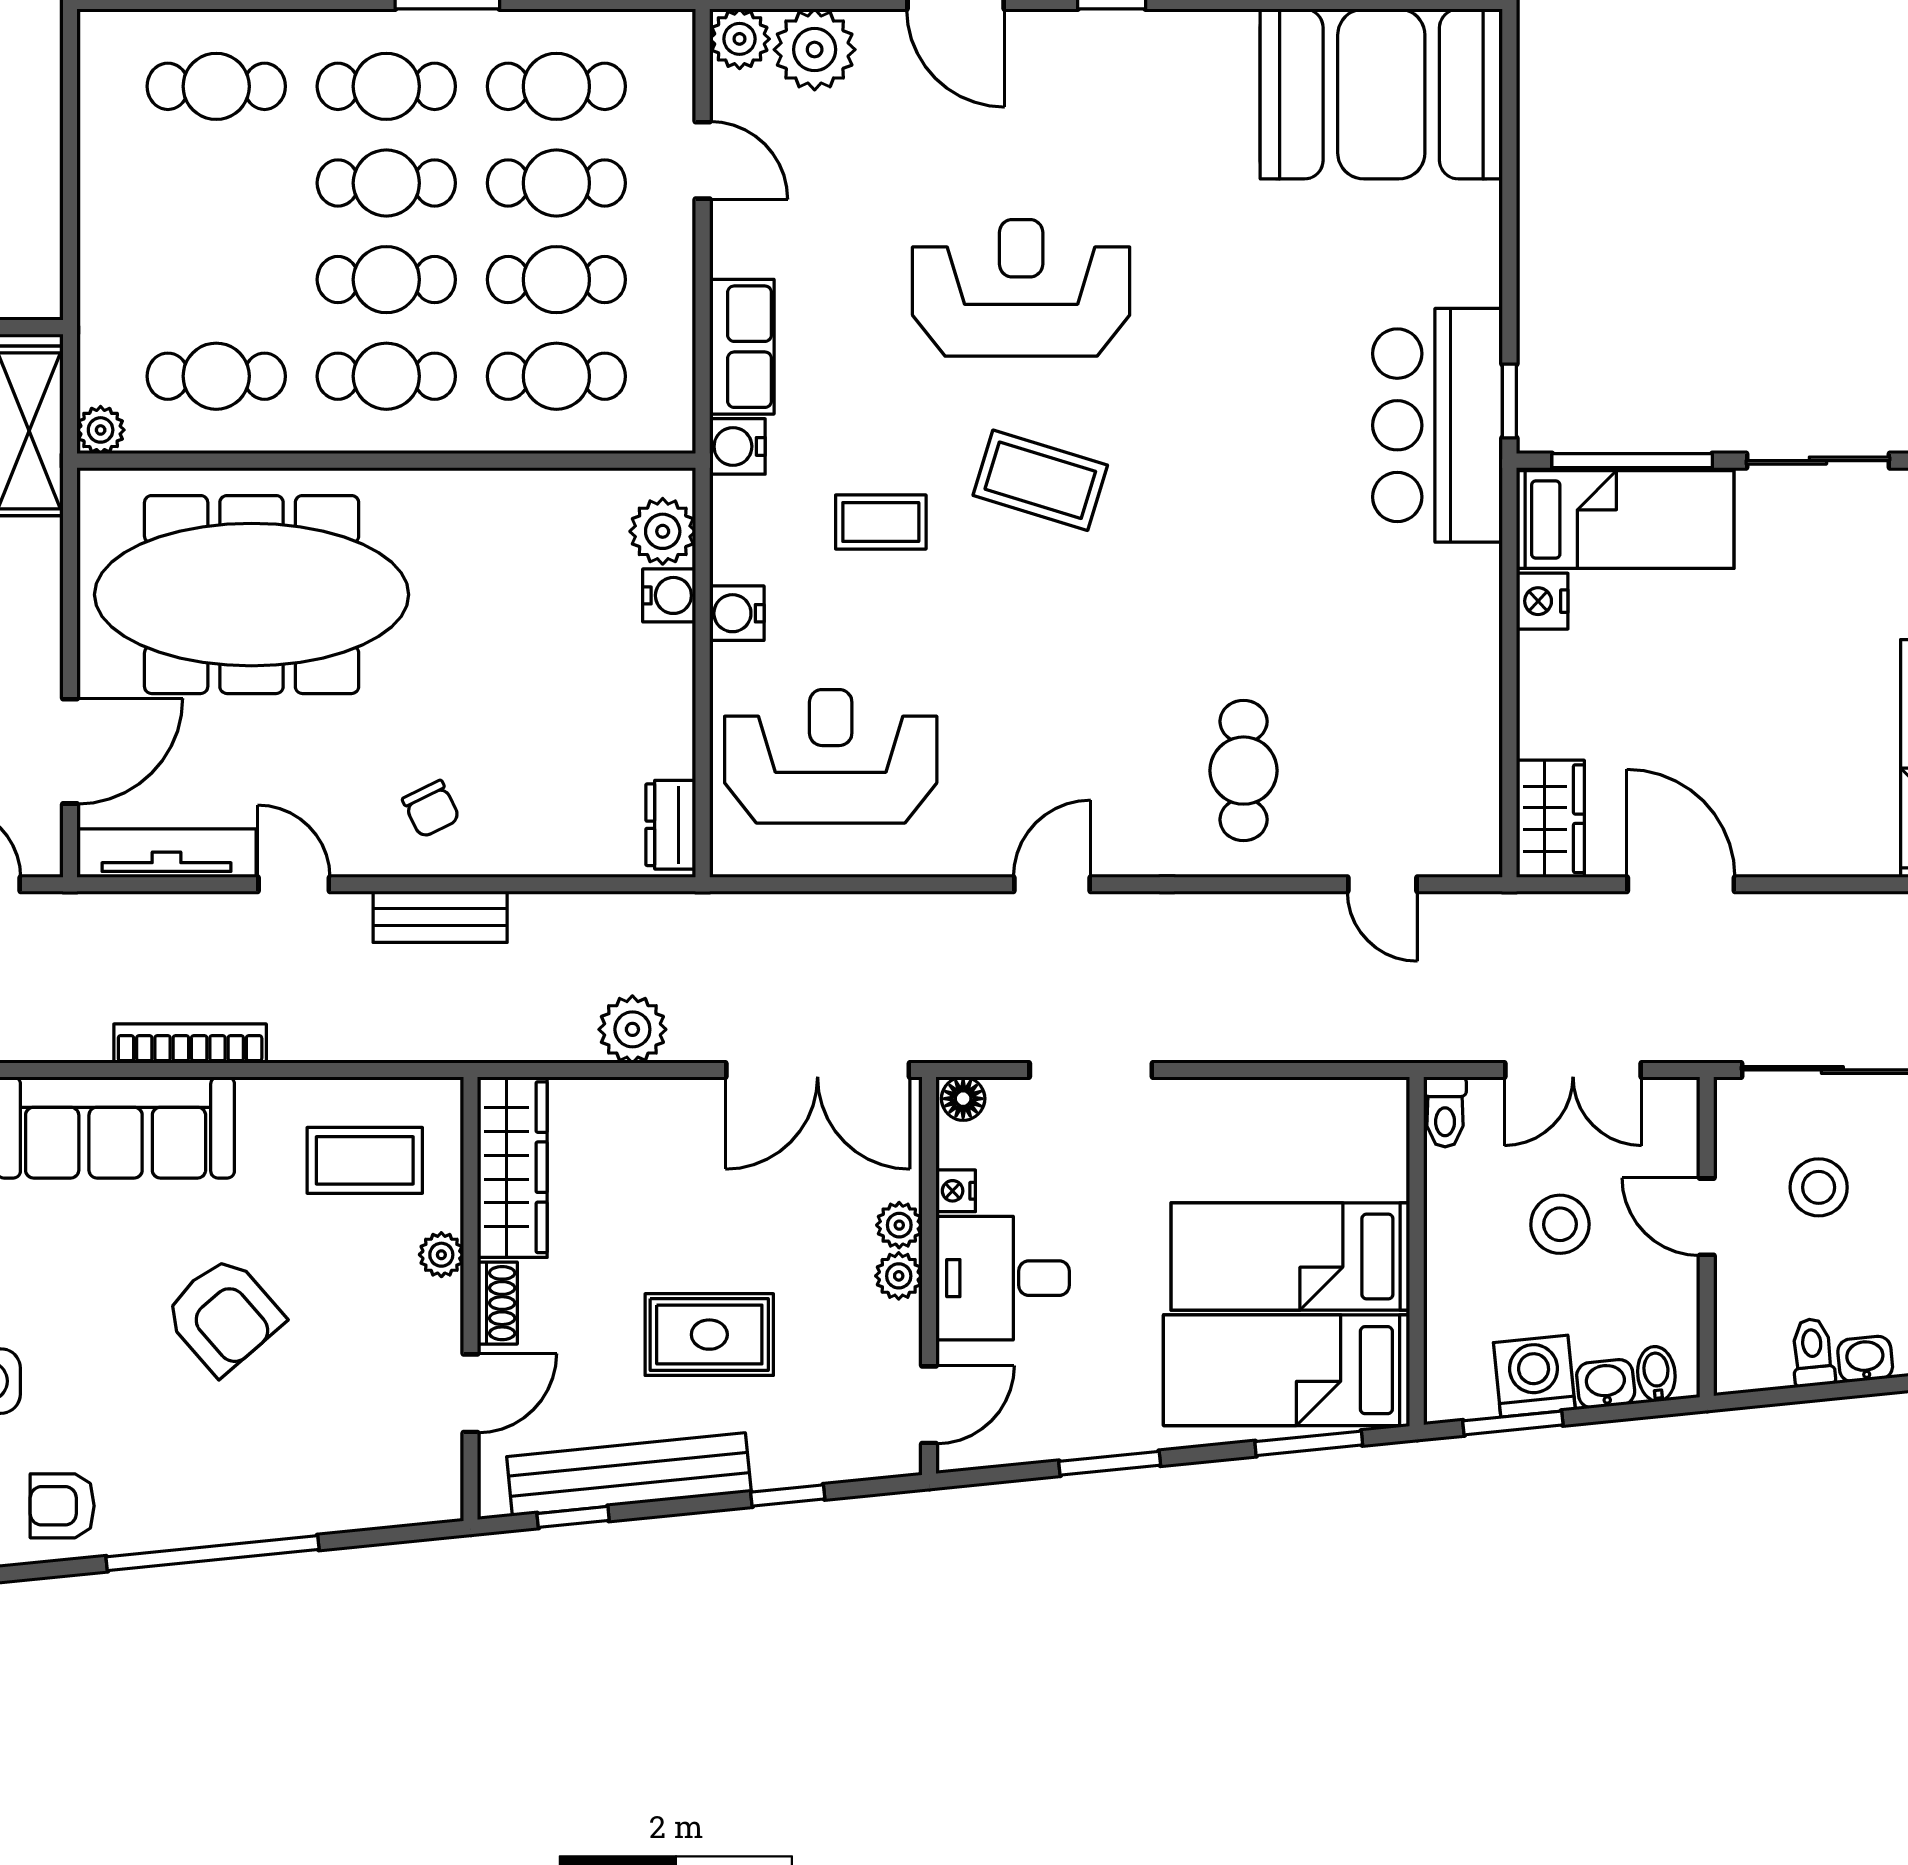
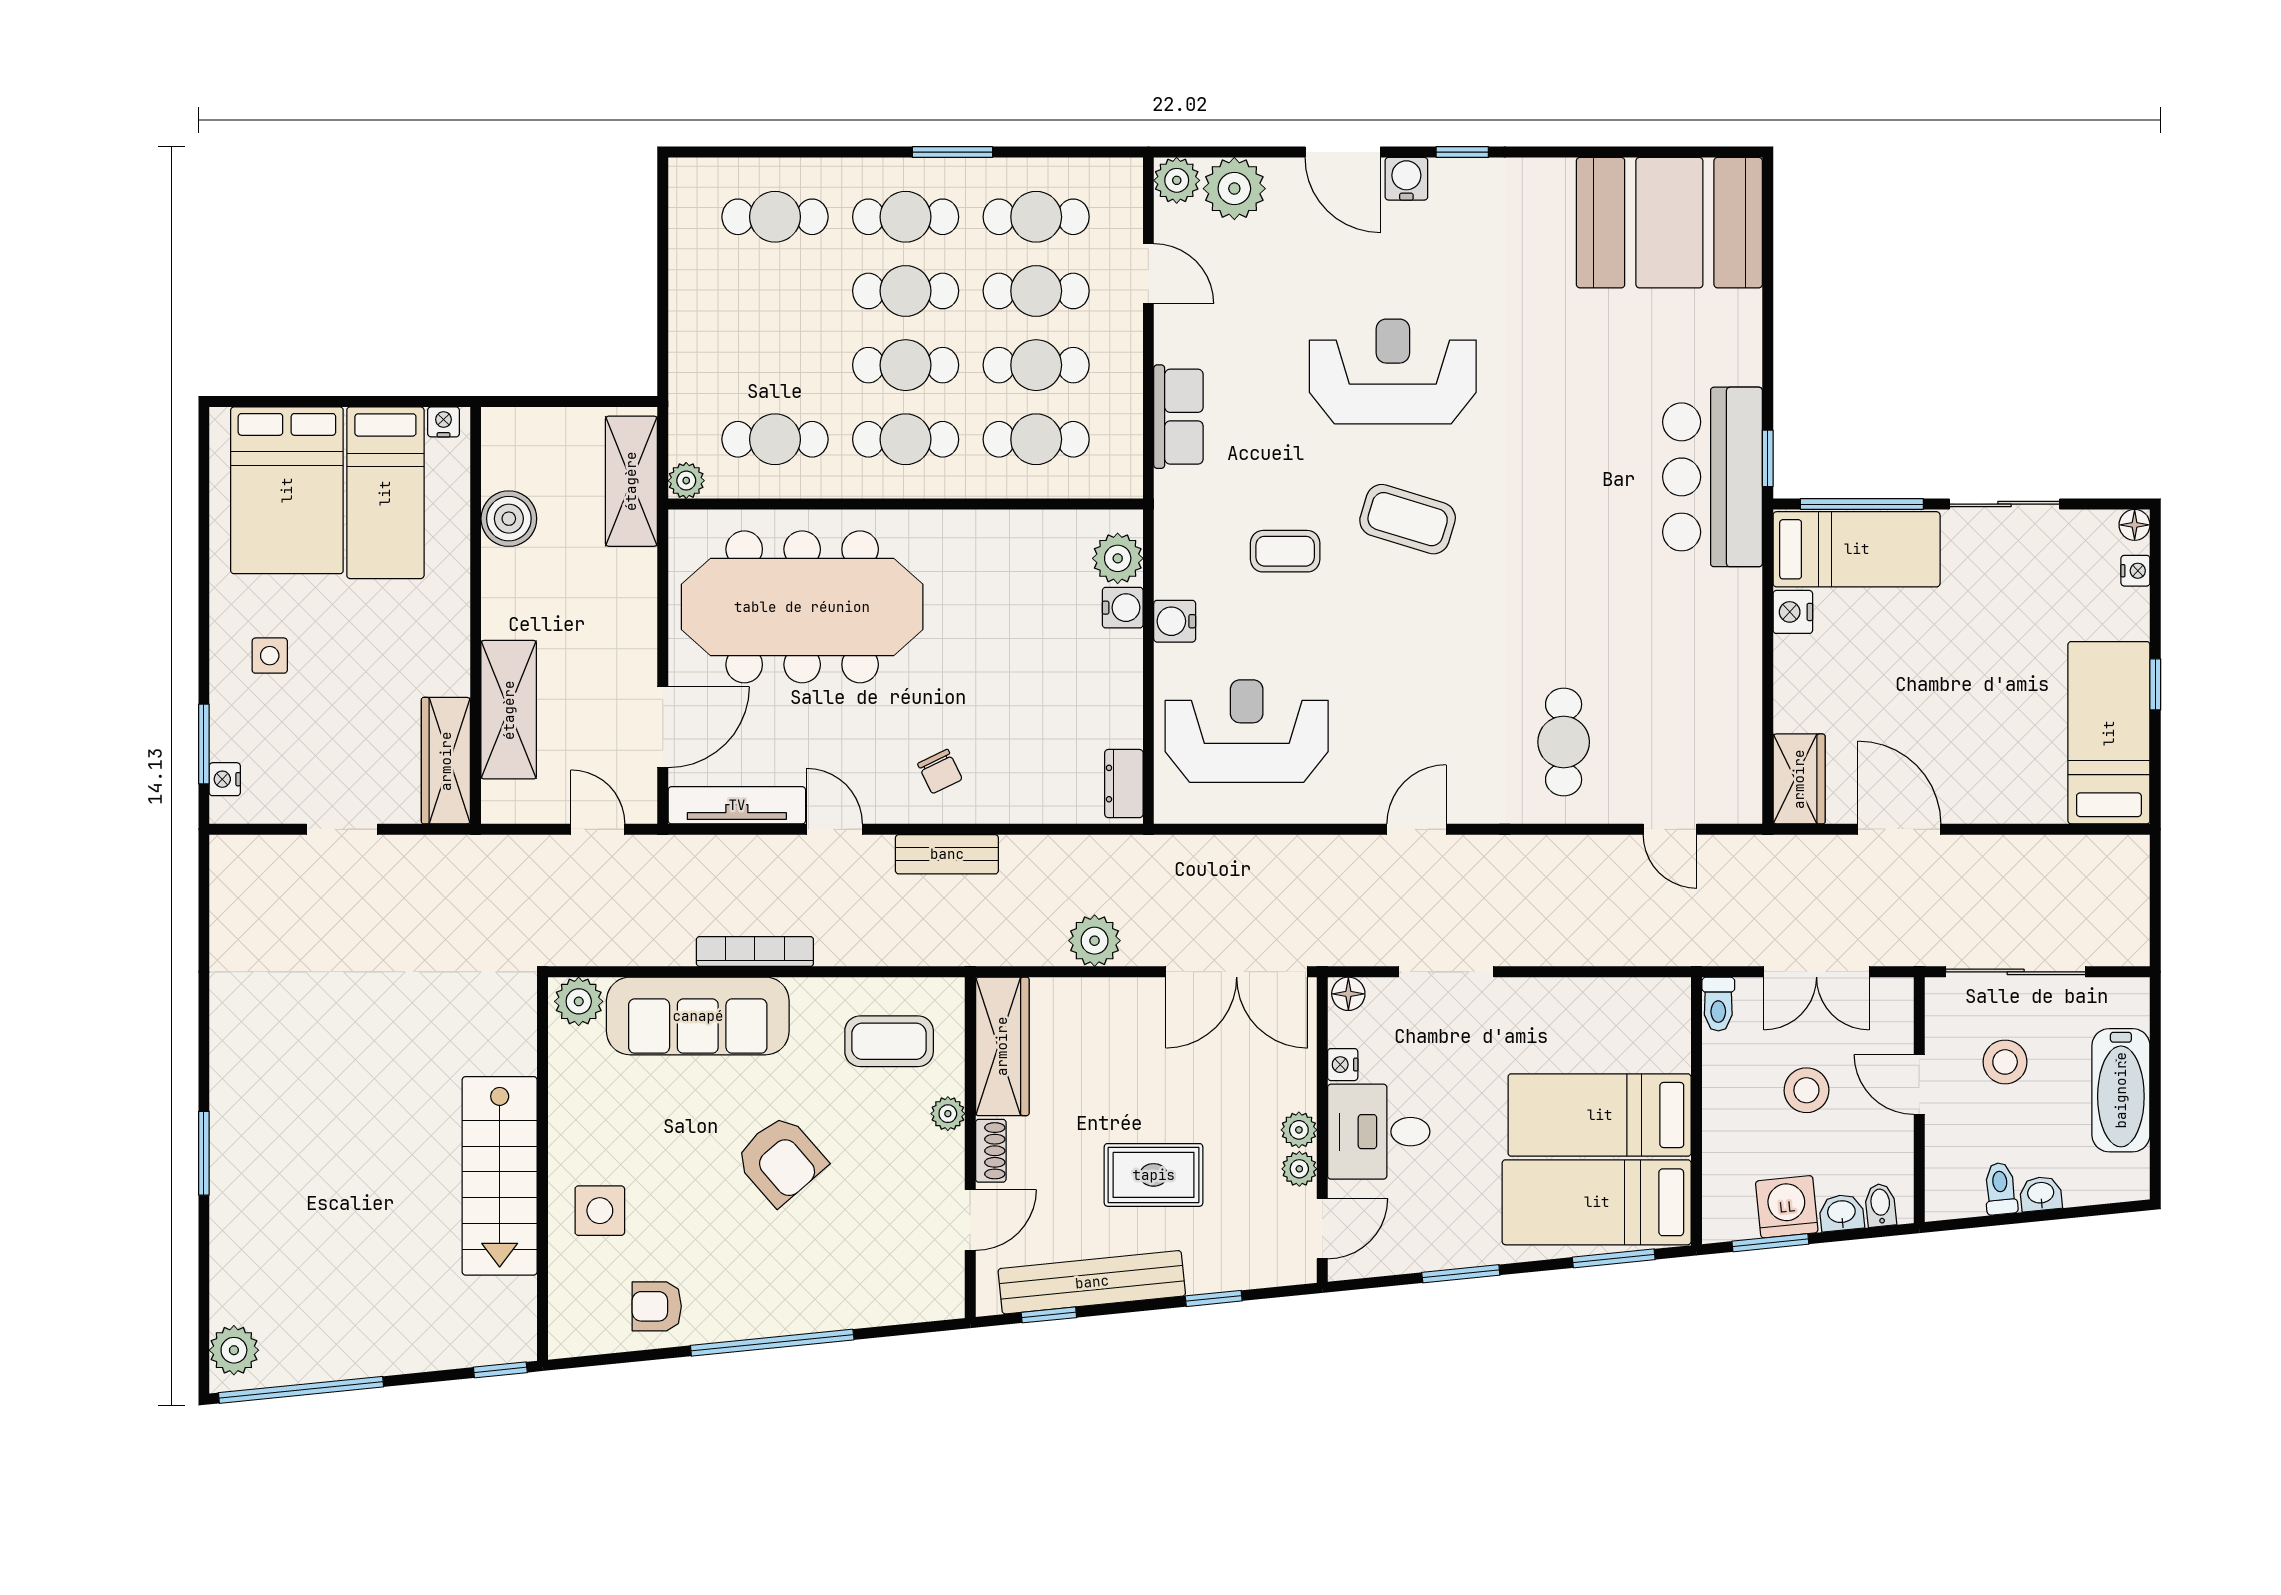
water cooler: (737, 446) -> (1406, 179), moved, turned 90
plant: (899, 1225) -> (1299, 1169), moved

